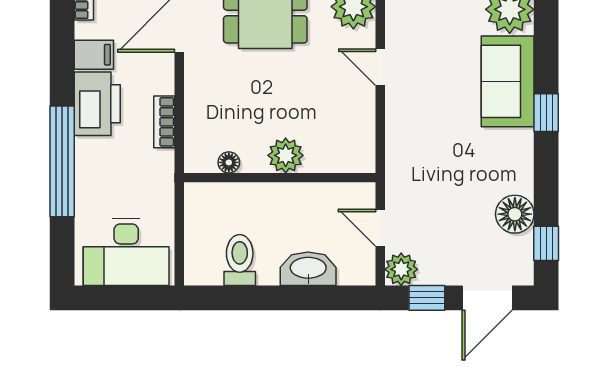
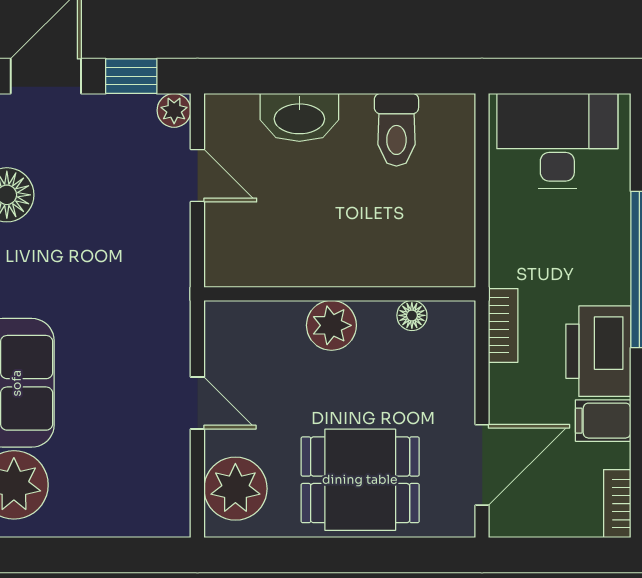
plant: (286, 155) -> (331, 325), moved
floor lamp: (229, 162) -> (412, 315), moved
wall: (280, 178) -> (340, 294), moved
plant: (401, 269) -> (174, 110), width x0.73, depth x0.73

